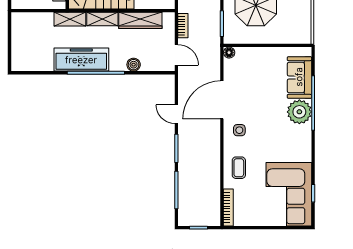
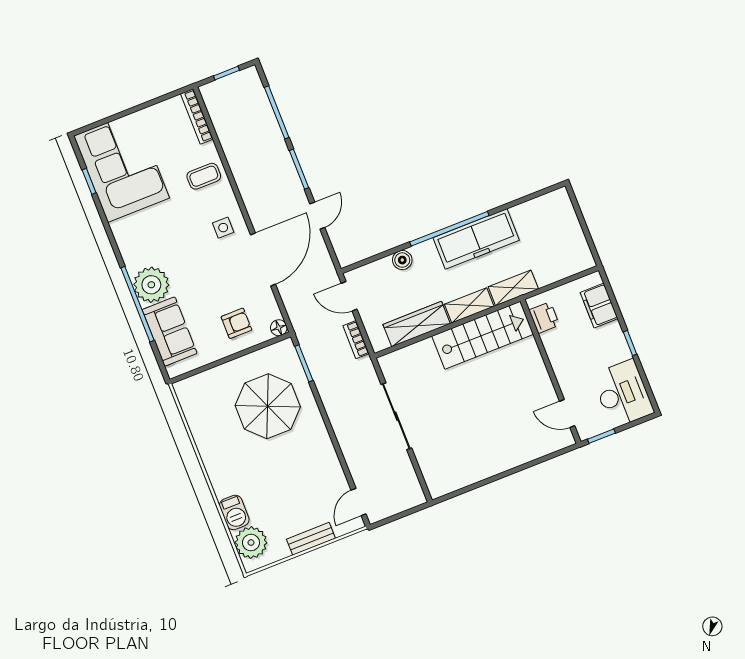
armchair: (255, 66) -> (236, 323), added
door: (176, 114) -> (317, 216), hinge flipped
coffee table: (239, 168) -> (204, 176), turned 90

